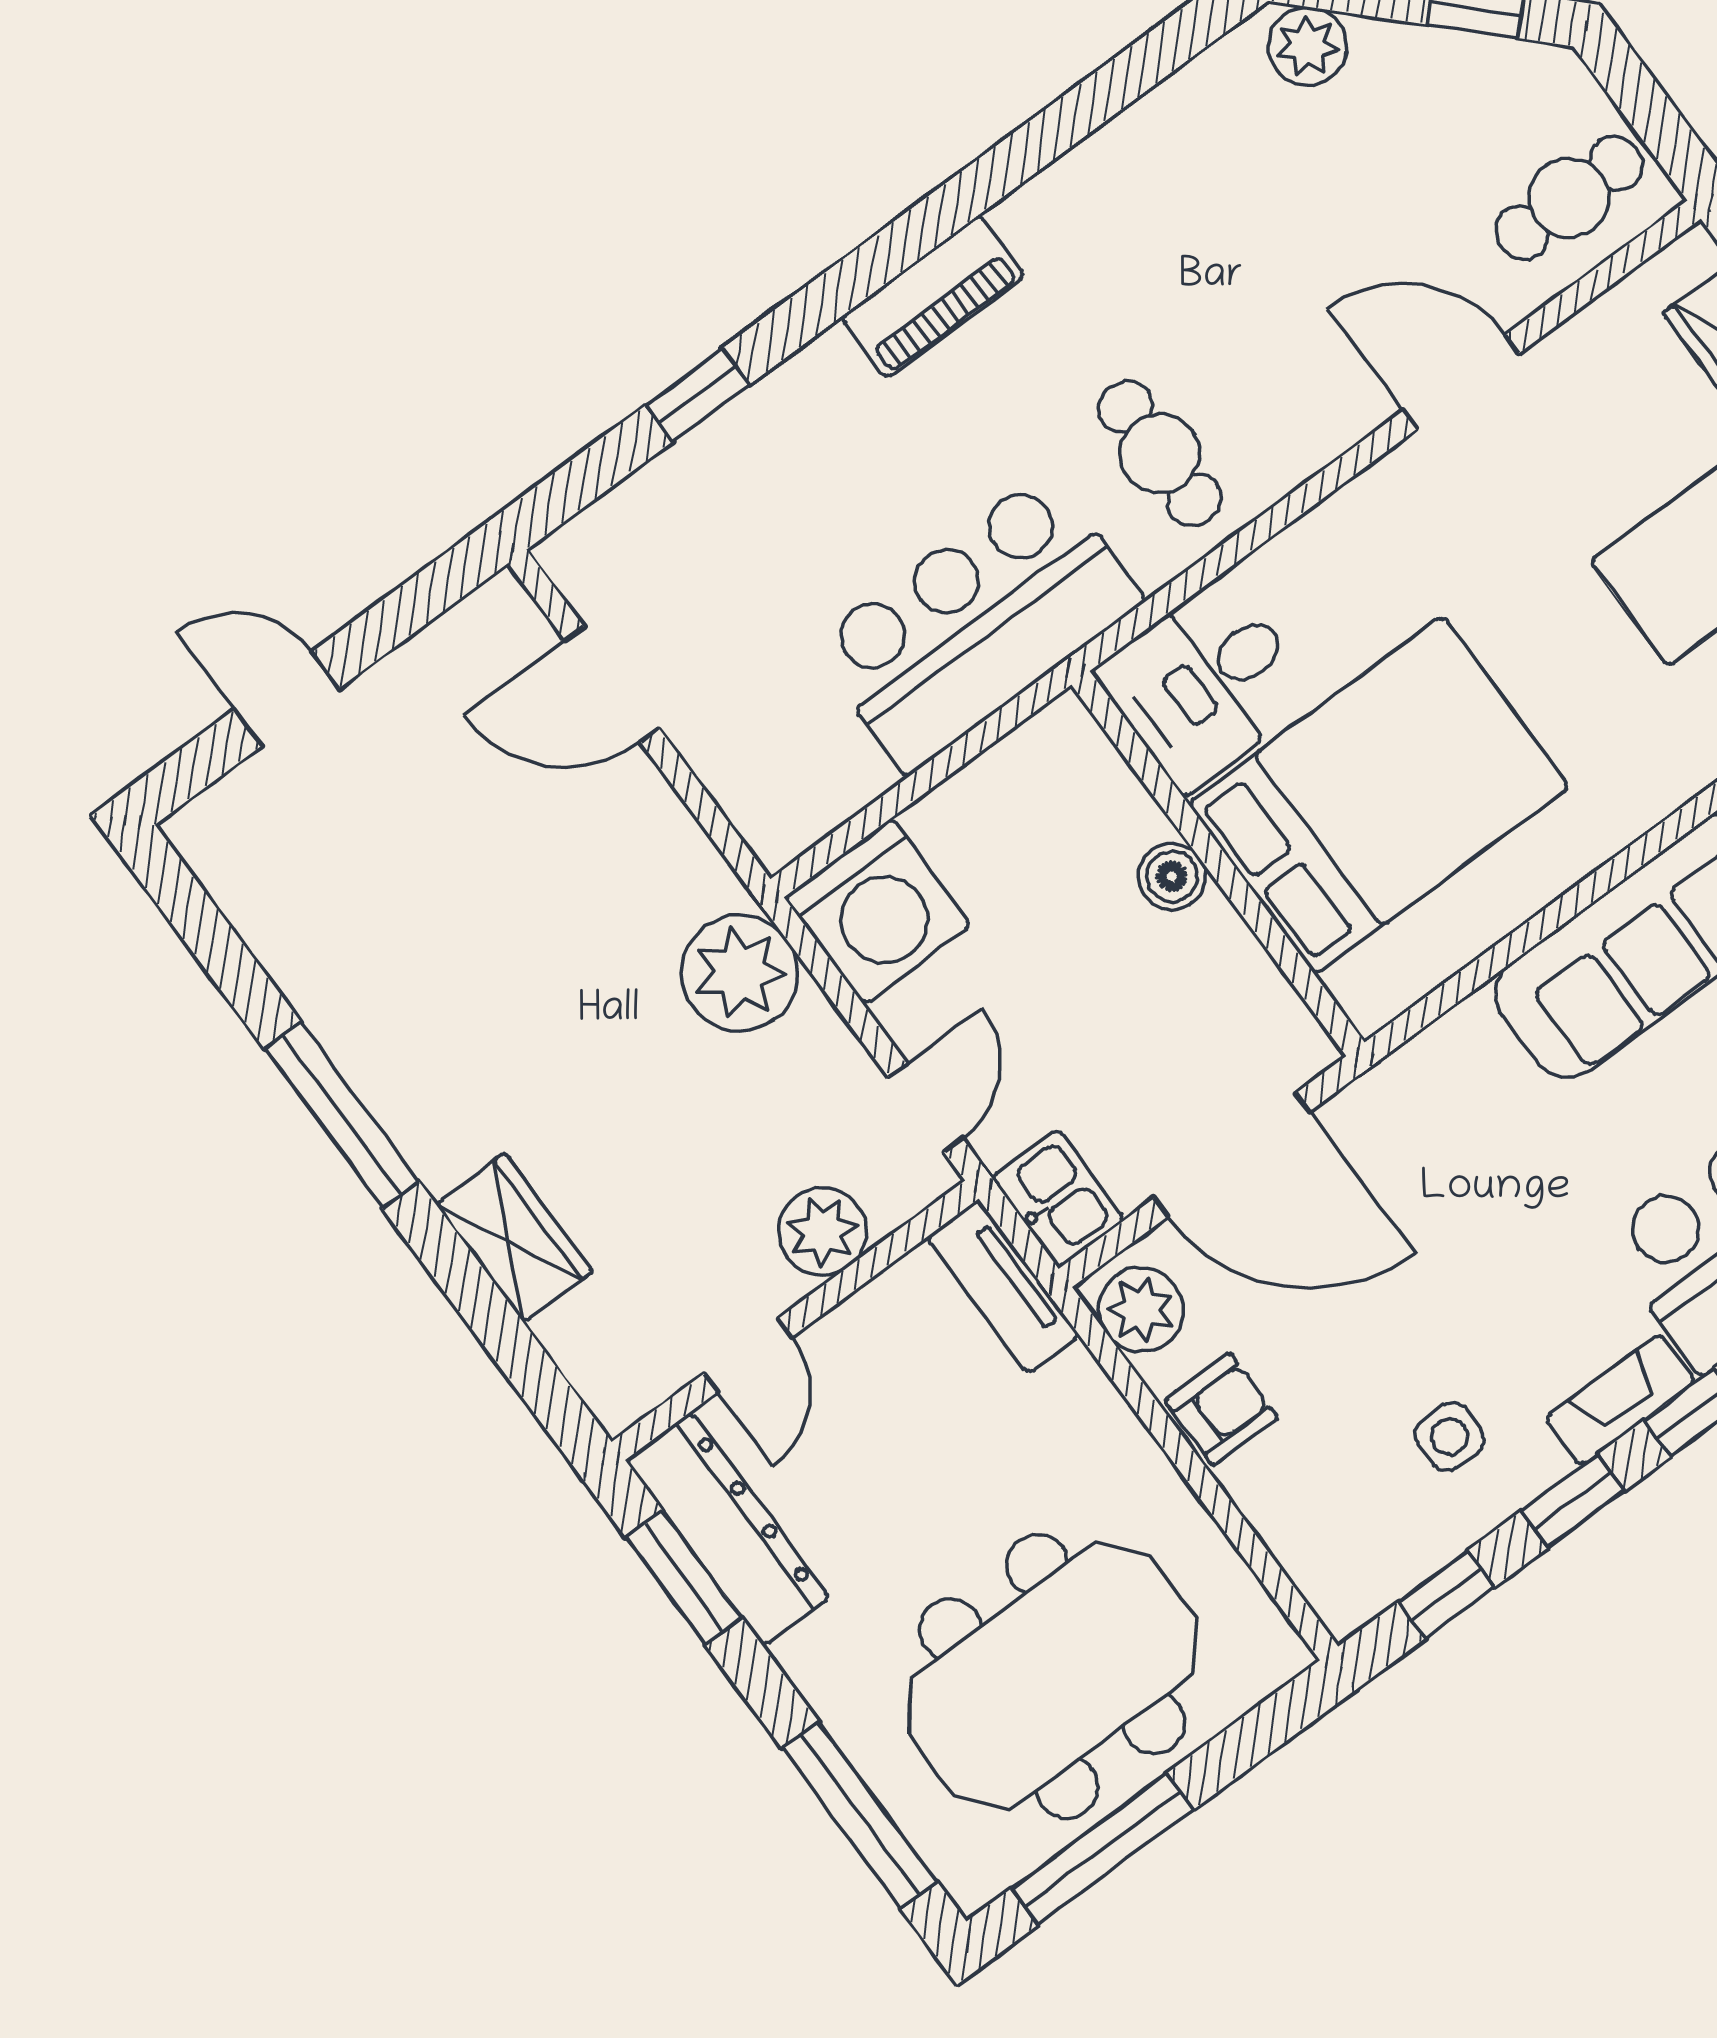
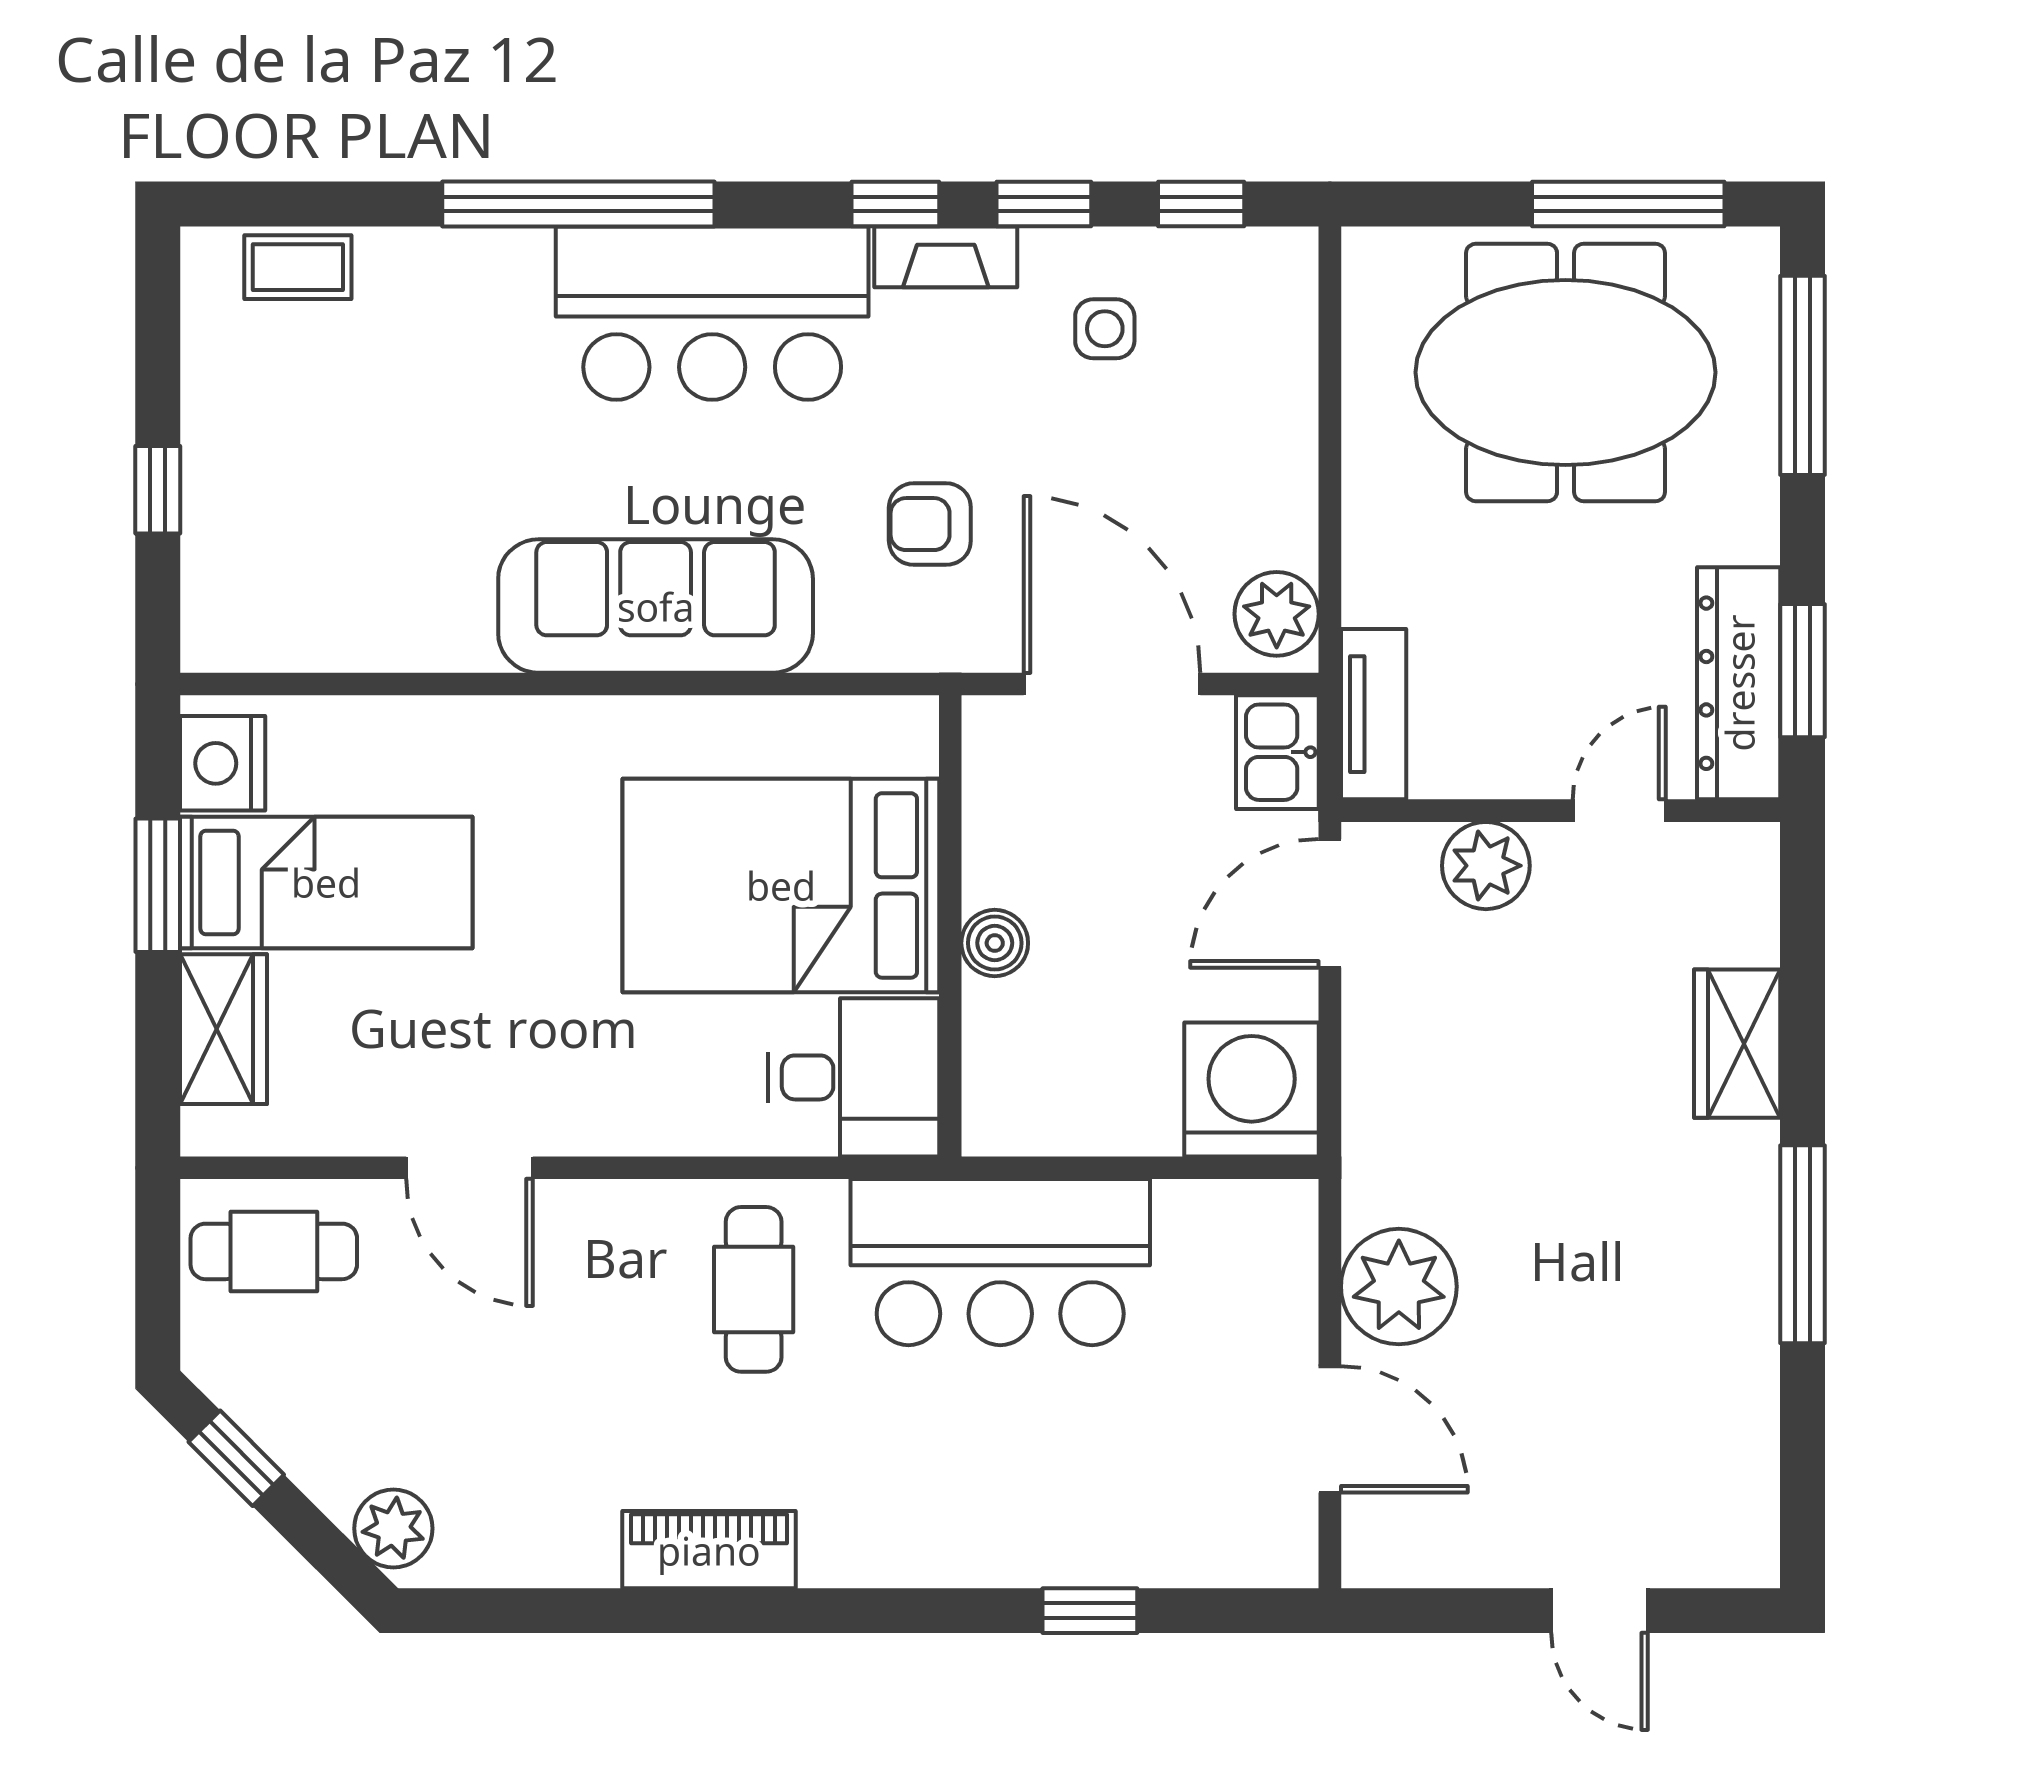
piano: (933, 297) -> (709, 1550), moved
plant: (740, 973) -> (1399, 1287), moved
door: (926, 1108) -> (1330, 903), width x1.38
armchair: (1221, 1409) -> (930, 524), moved

